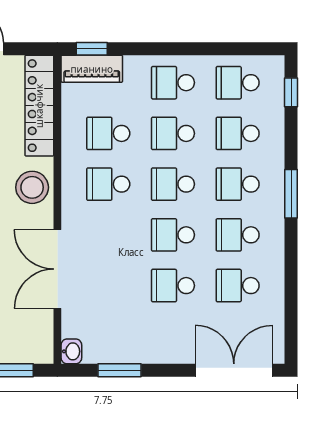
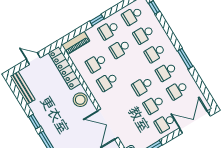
window: (92, 49) -> (97, 20), moved
school desk: (173, 184) -> (165, 123), moved
window: (291, 194) -> (185, 59), moved

